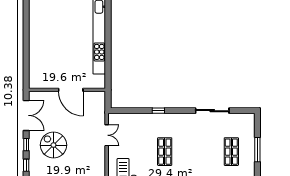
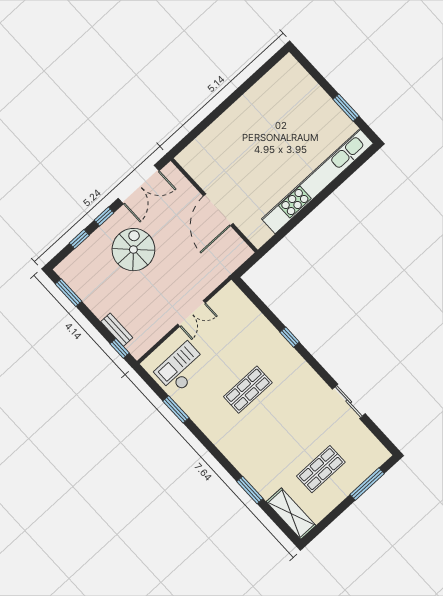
sliding door: (212, 111) -> (349, 401), width x0.73
double door: (107, 135) -> (191, 313), moved
window: (257, 150) -> (367, 484), moved

